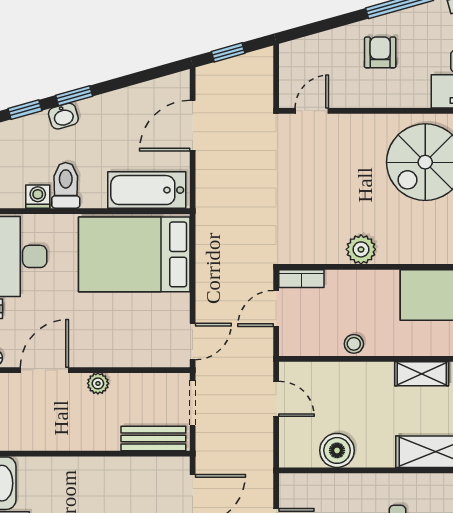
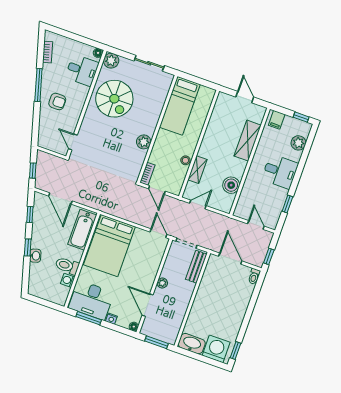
armchair: (380, 52) -> (57, 102), turned 180
window: (25, 110) -> (30, 214), moved
shelving: (422, 374) -> (197, 170), moved

